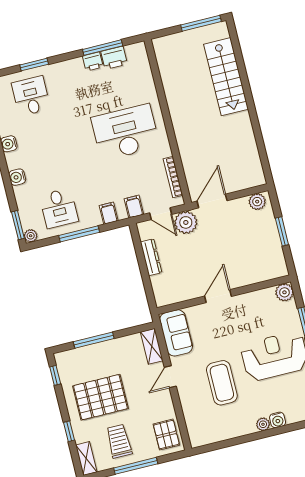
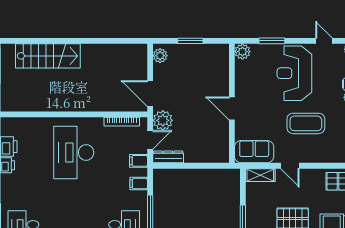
dresser: (151, 257) -> (168, 157), moved

